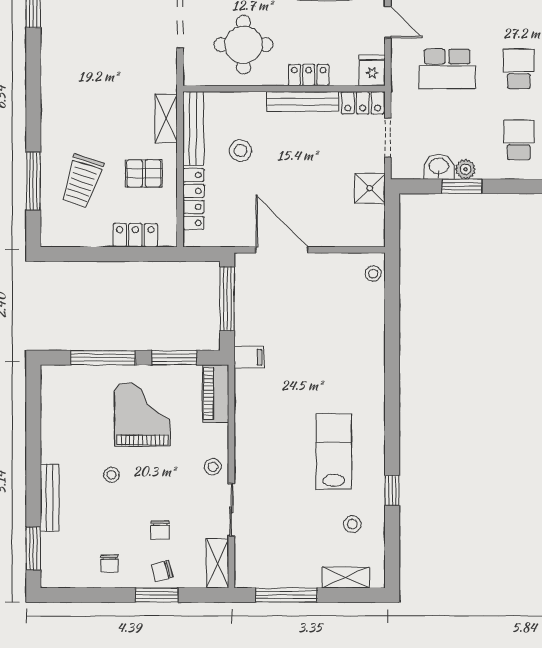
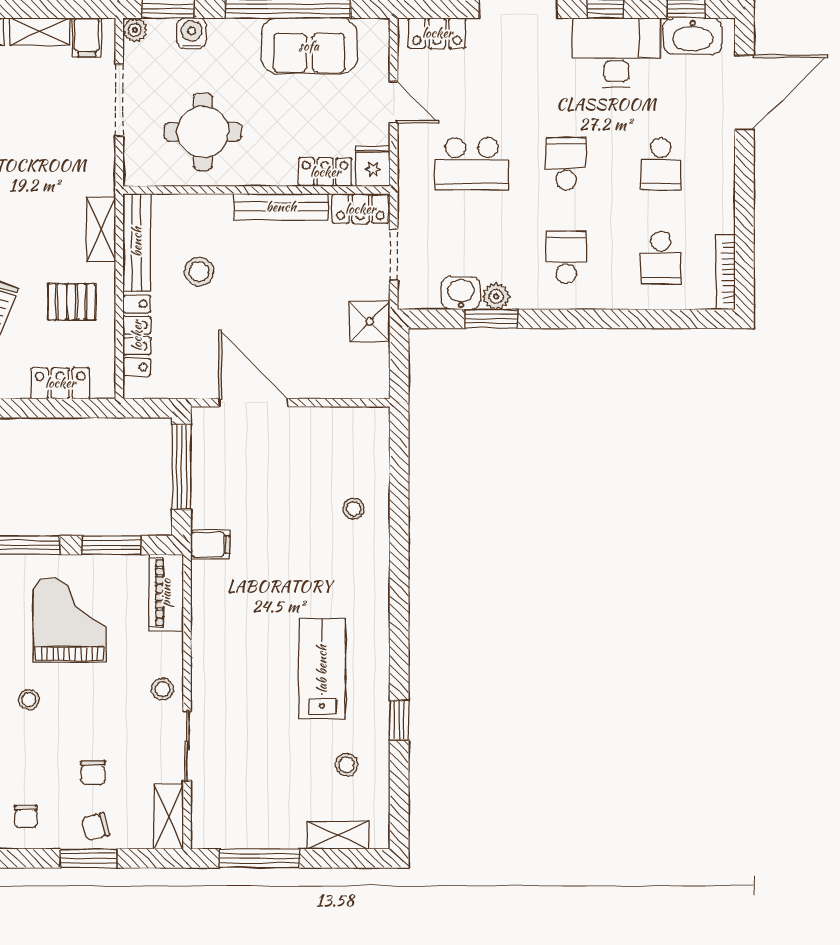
locker: (309, 75) -> (325, 172), moved
stool: (373, 274) -> (353, 509), moved

